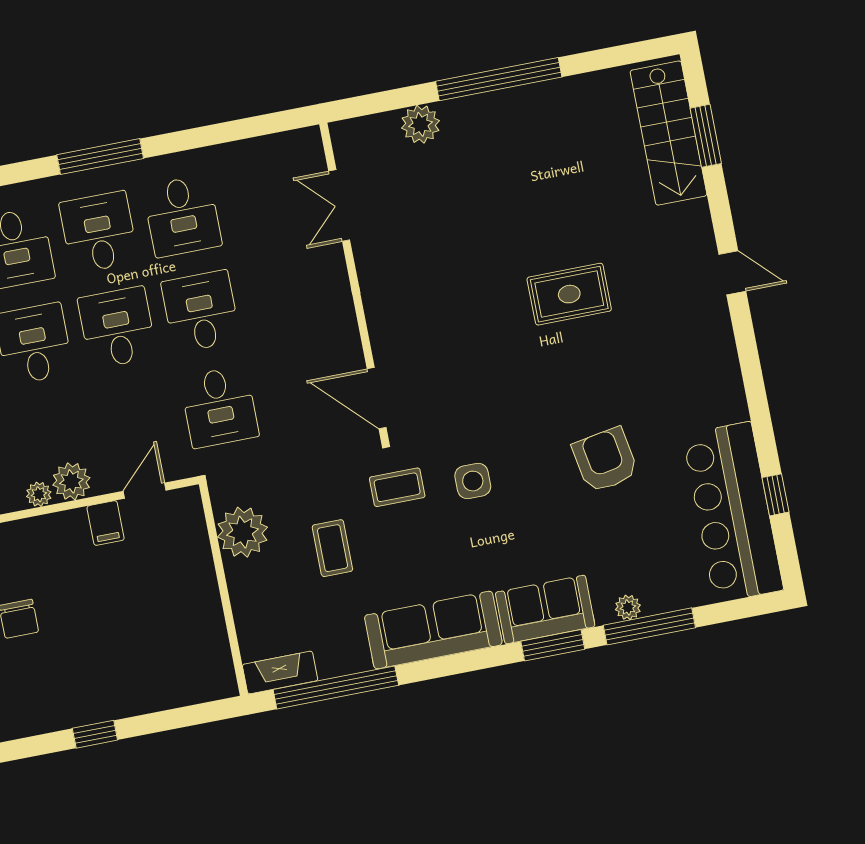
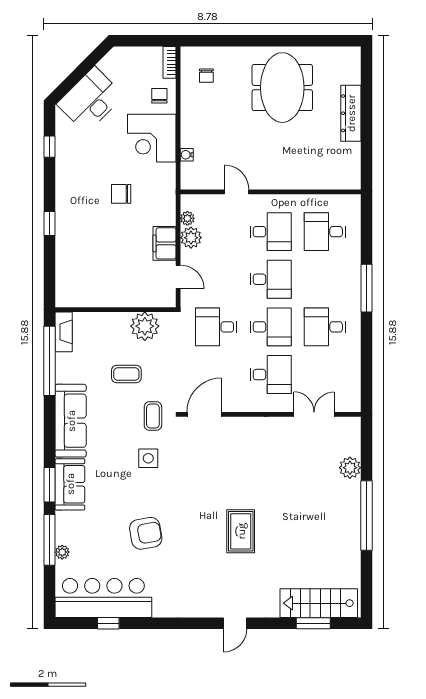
desk: (99, 232) -> (271, 375), moved
filing cabinet: (106, 523) -> (164, 243), width x2.00
plant: (628, 607) -> (62, 552), moved

